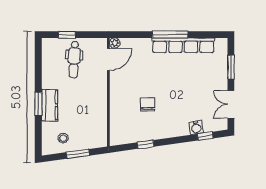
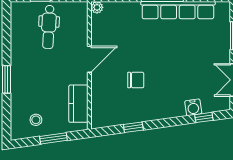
door: (108, 59) -> (89, 59), moved
chair: (148, 104) -> (136, 80), turned 90
kitchen counter: (50, 105) -> (78, 104), moved, turned 180

